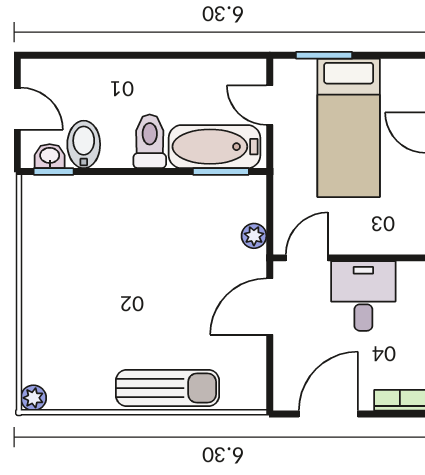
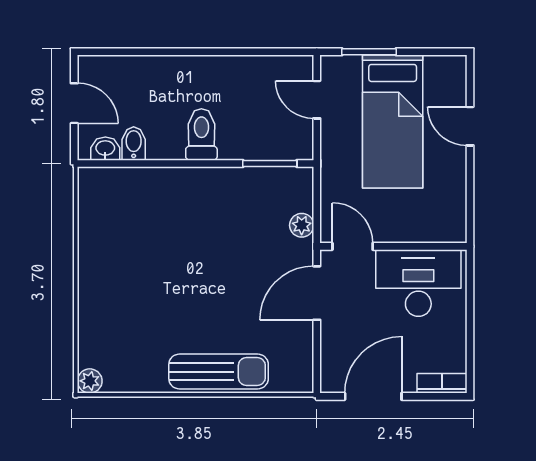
bidet: (84, 144) -> (134, 143), width x0.72, depth x0.74
bathtub: (214, 147) -> (264, 140), removed
window: (54, 172) -> (109, 163), removed
door: (307, 258) -> (353, 246), hinge flipped
desk: (363, 296) -> (418, 283), width x1.37

